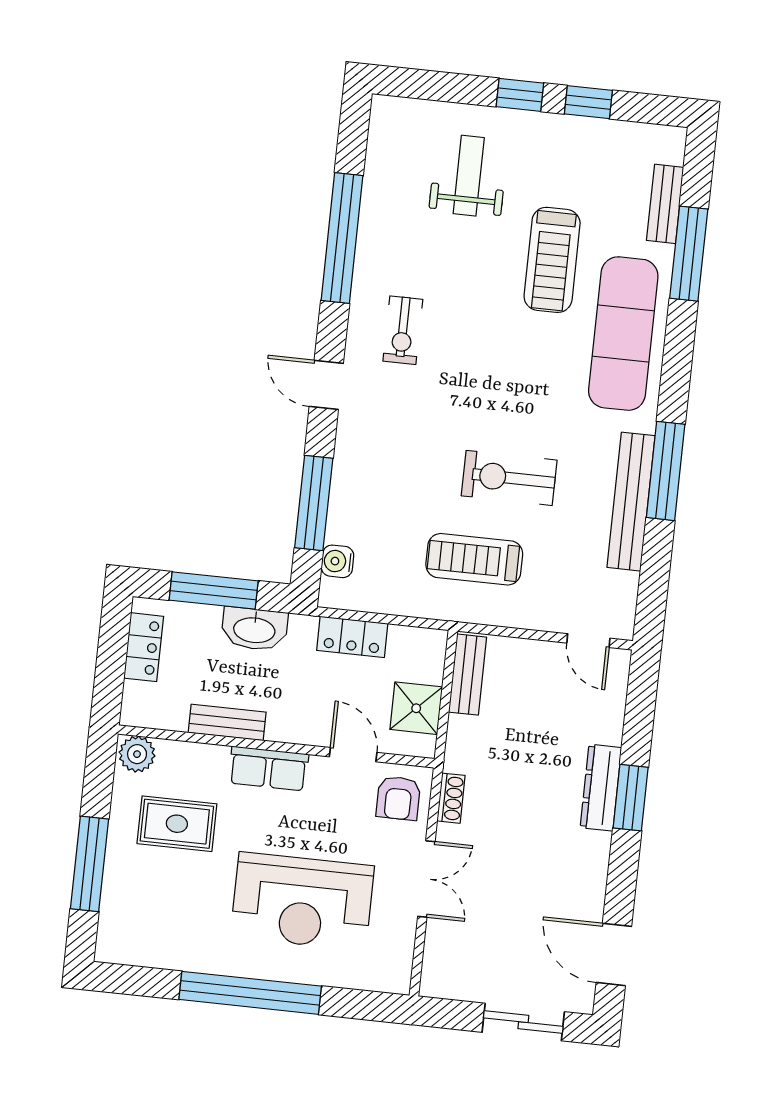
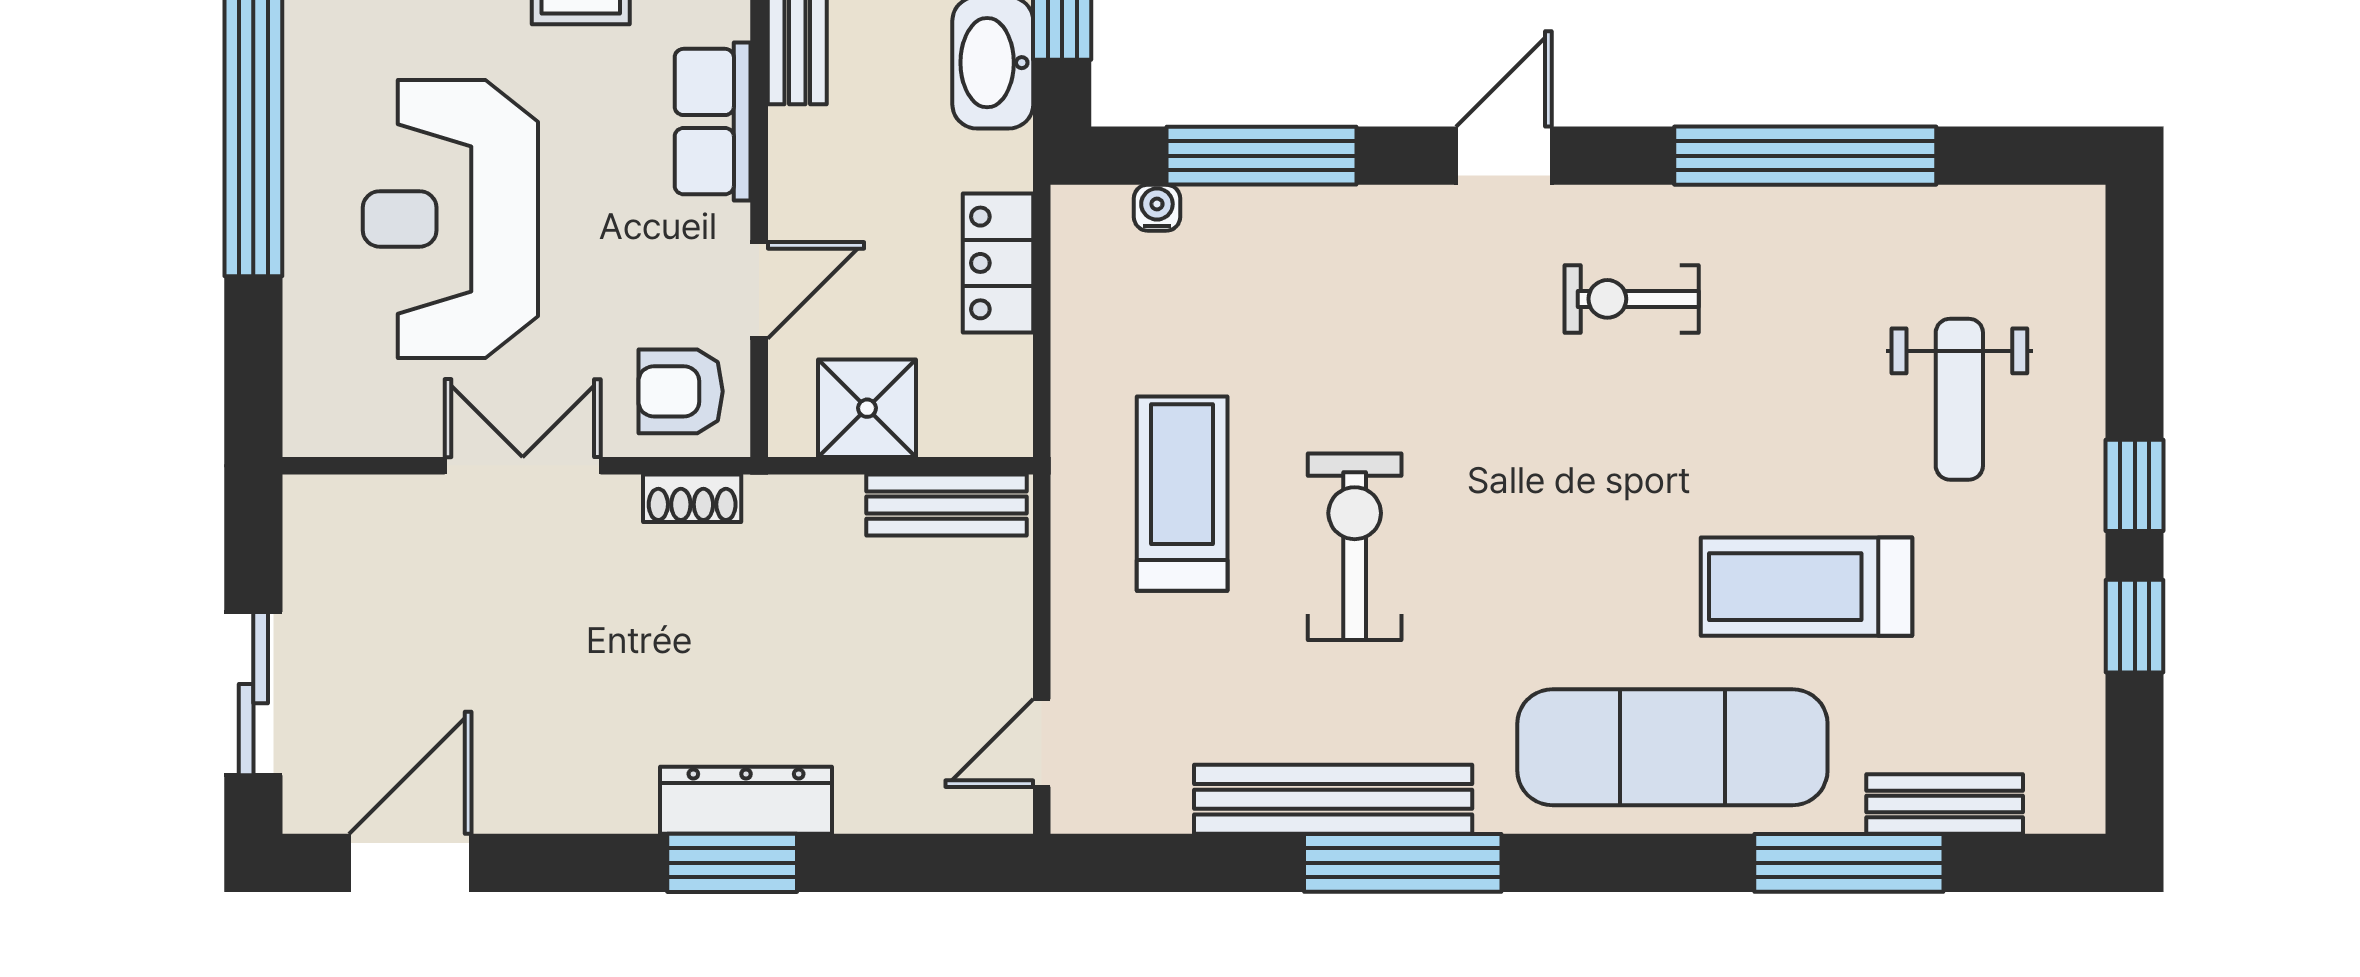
weight bench: (469, 176) -> (1959, 399), turned 90
water cooler: (337, 561) -> (1157, 208), width x0.72, depth x0.72
double door: (426, 879) -> (523, 466), swing flipped

